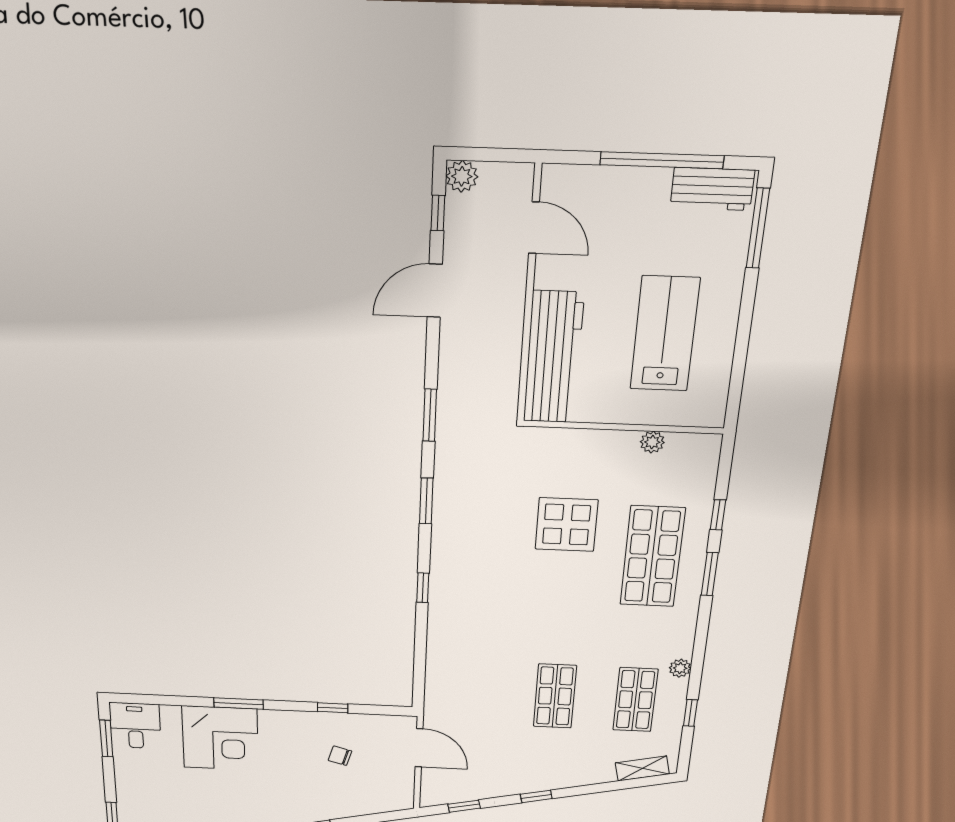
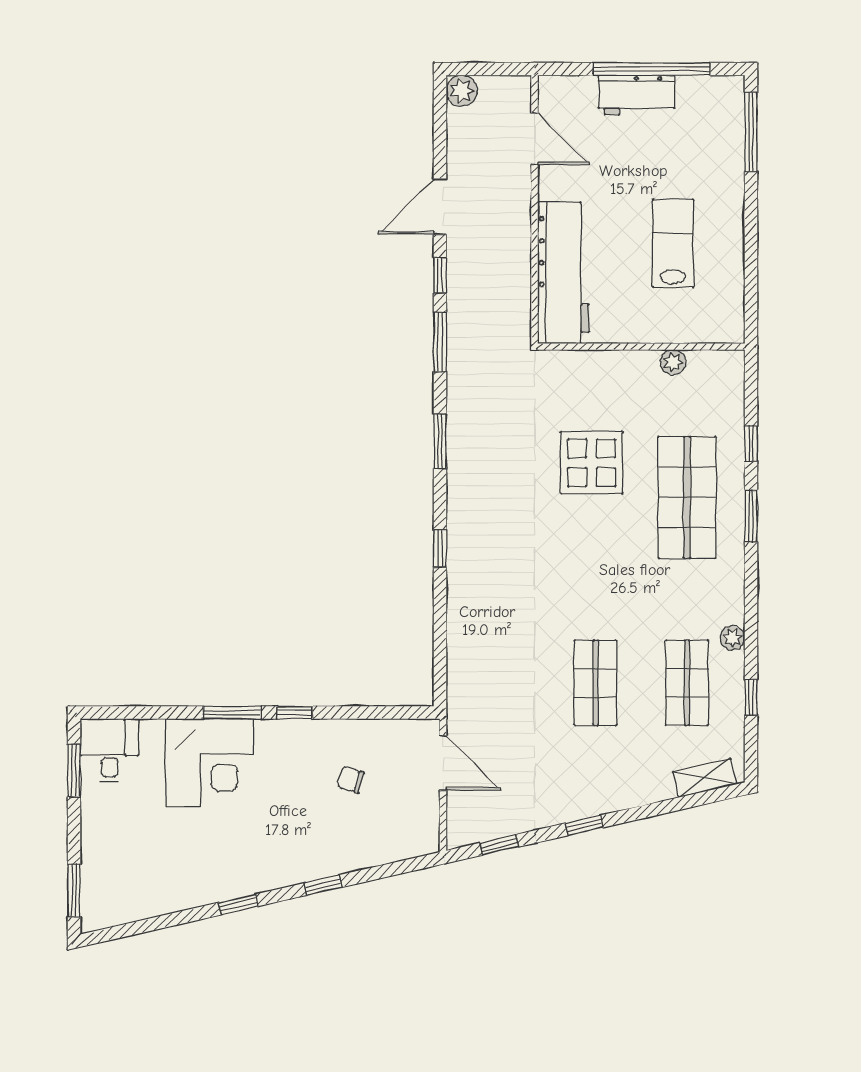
workbench: (712, 189) -> (637, 95), moved
window: (438, 213) -> (440, 276), moved
lab bench: (665, 334) -> (673, 243), width x0.73, depth x0.72
window: (333, 708) -> (295, 713), moved

